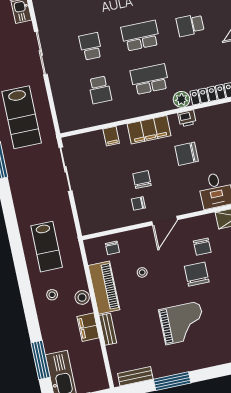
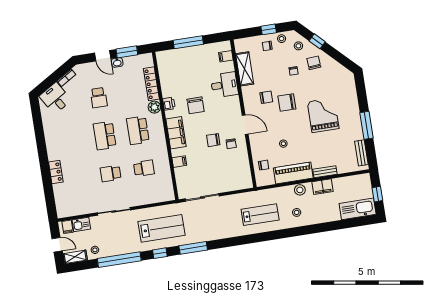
window: (40, 360) -> (345, 224), removed

